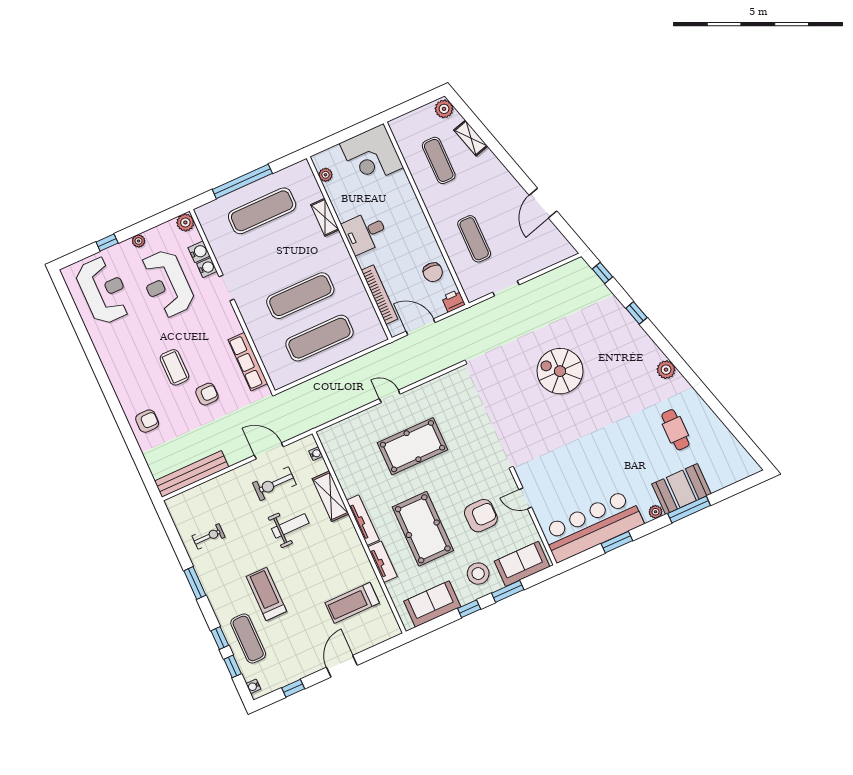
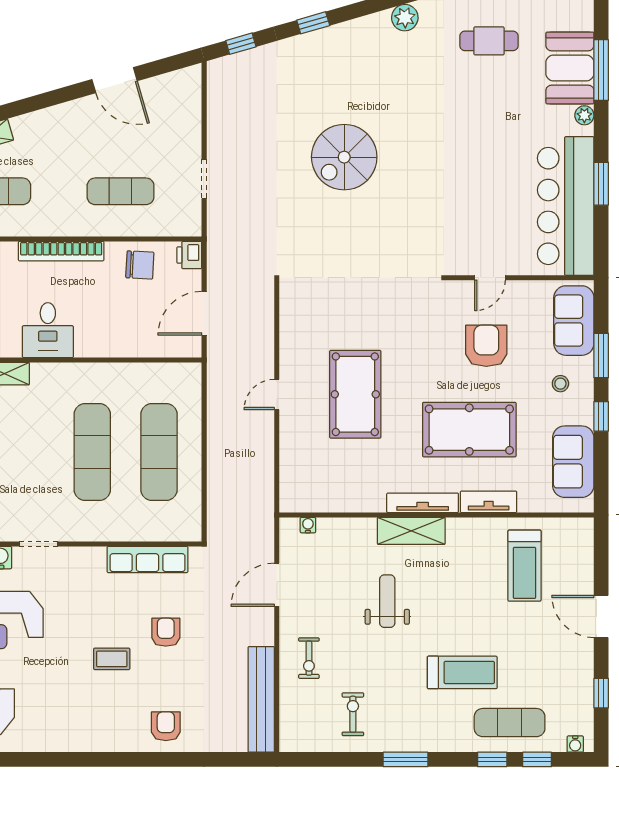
bookcase: (380, 295) -> (61, 251), moved, turned 180
coffee table: (174, 367) -> (112, 659), width x0.73, depth x0.77
exercise bike: (274, 484) -> (309, 658), moved, width x0.73, depth x0.72
shelving: (331, 496) -> (411, 531), moved
stool: (478, 574) -> (560, 384), width x0.53, depth x0.53
treadmill: (266, 594) -> (462, 672), turned 180

